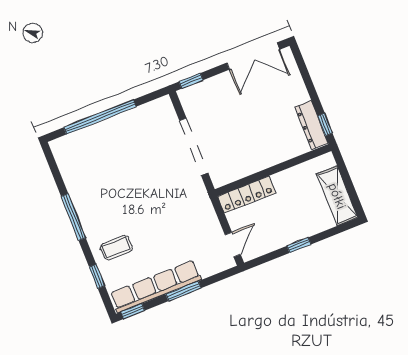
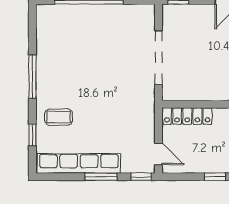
door: (233, 245) -> (158, 154), hinge flipped
window: (133, 311) -> (141, 177), moved

